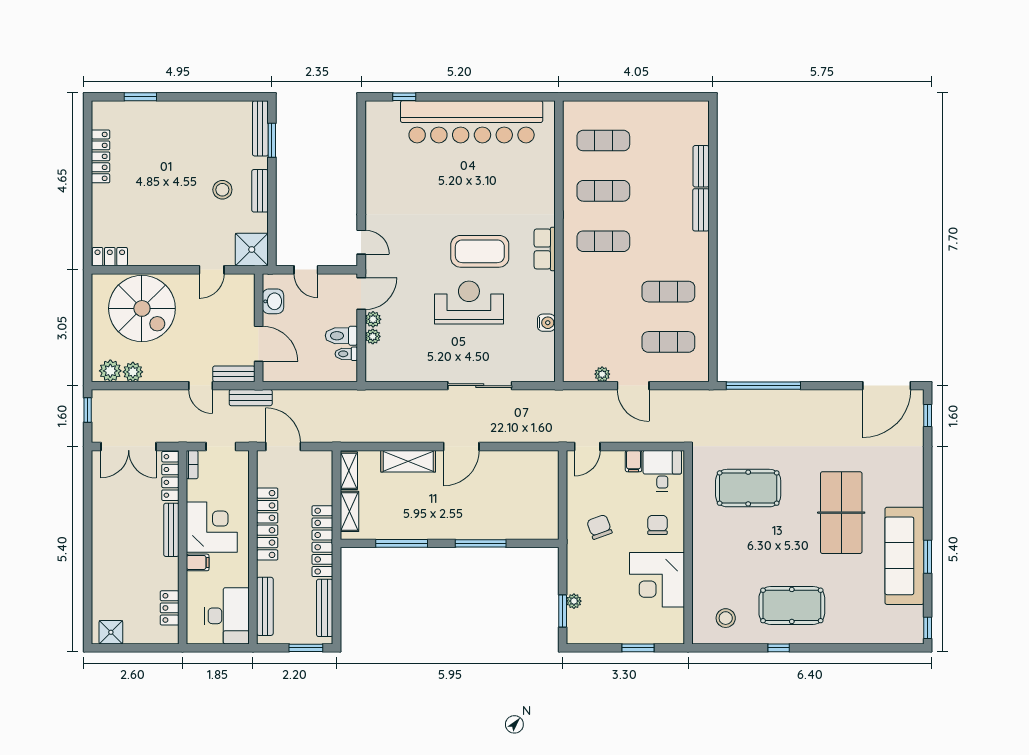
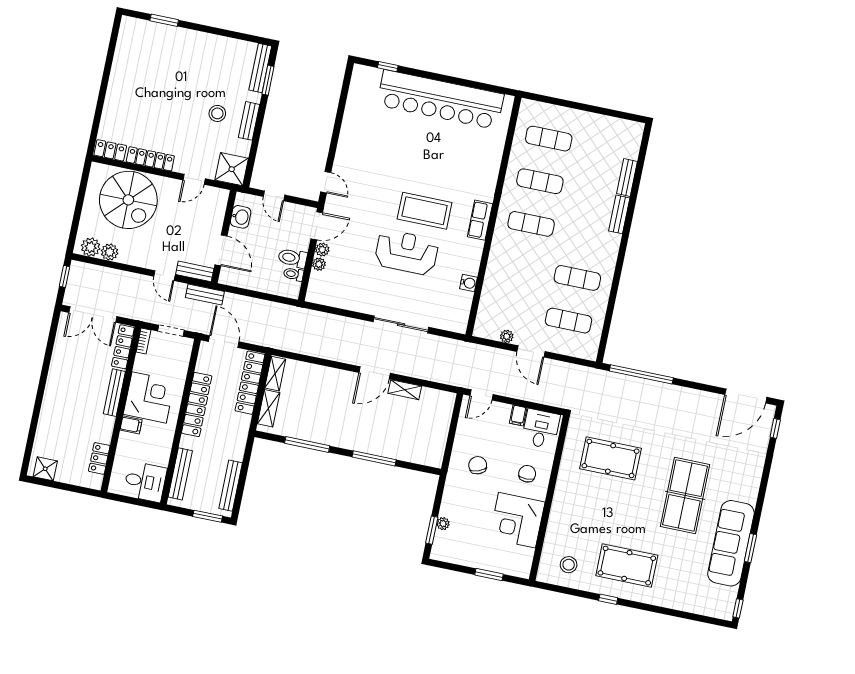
locker: (100, 156) -> (150, 159), moved, turned -90
shelving: (408, 461) -> (405, 390), moved, width x0.67, depth x0.75
locker: (322, 541) -> (250, 383), moved
desk: (227, 616) -> (145, 482), width x0.73

